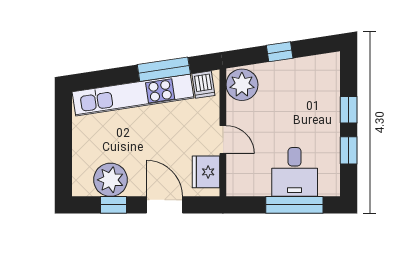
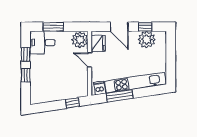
window: (280, 52) -> (72, 103), moved
plant: (242, 85) -> (80, 40), moved
desk: (295, 172) -> (42, 43), moved, turned -90
window: (294, 205) -> (53, 27), width x0.69

